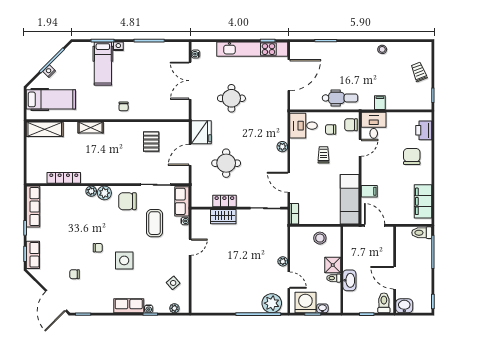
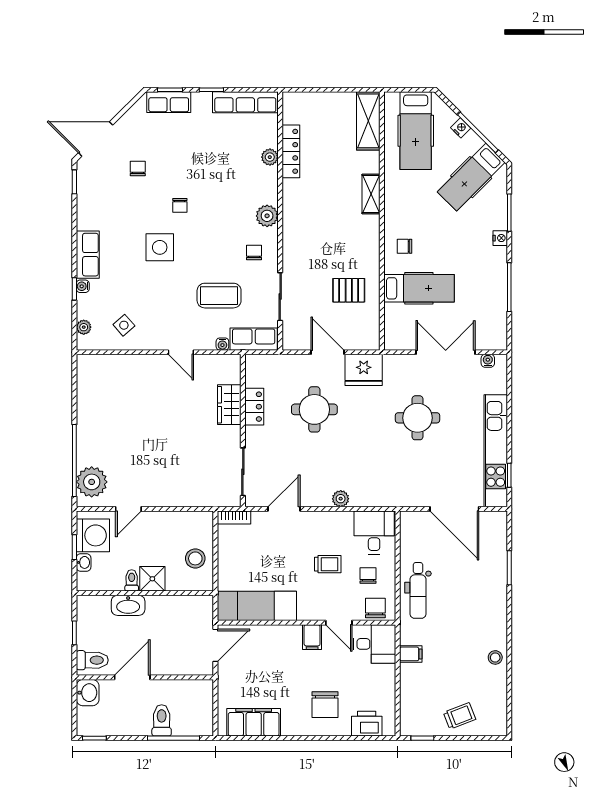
hospital bed: (103, 63) -> (471, 177), moved, turned -45
hospital bed: (150, 97) -> (419, 288), added
chair: (412, 156) -> (325, 705), turned 90
plant: (91, 191) -> (270, 157), moved
filing cabinet: (369, 191) -> (312, 637), moved
chair: (127, 201) -> (254, 252), width x0.54, depth x0.54
toilet: (422, 233) -> (162, 720), moved
plant: (283, 261) -> (158, 499), removed

